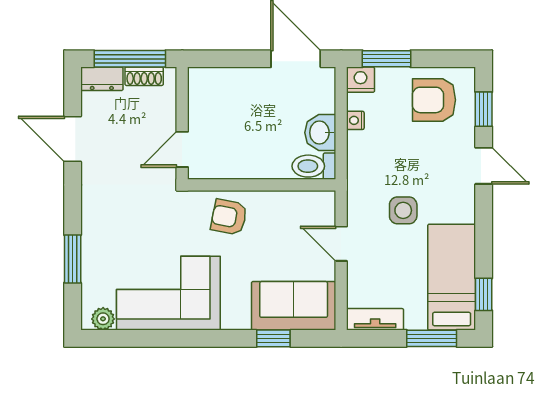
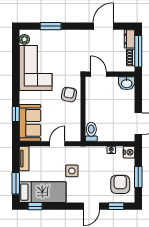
window: (386, 59) -> (138, 177), moved
washbasin: (320, 133) -> (127, 83), moved, turned 180

